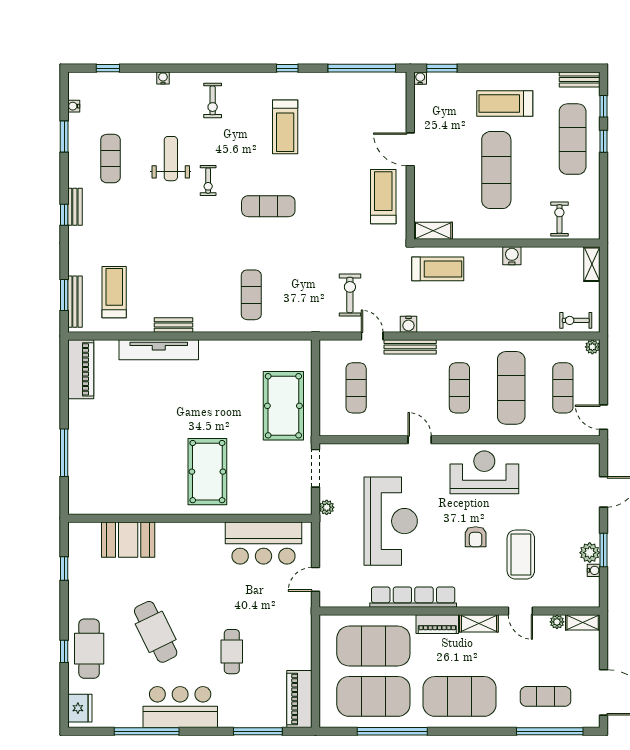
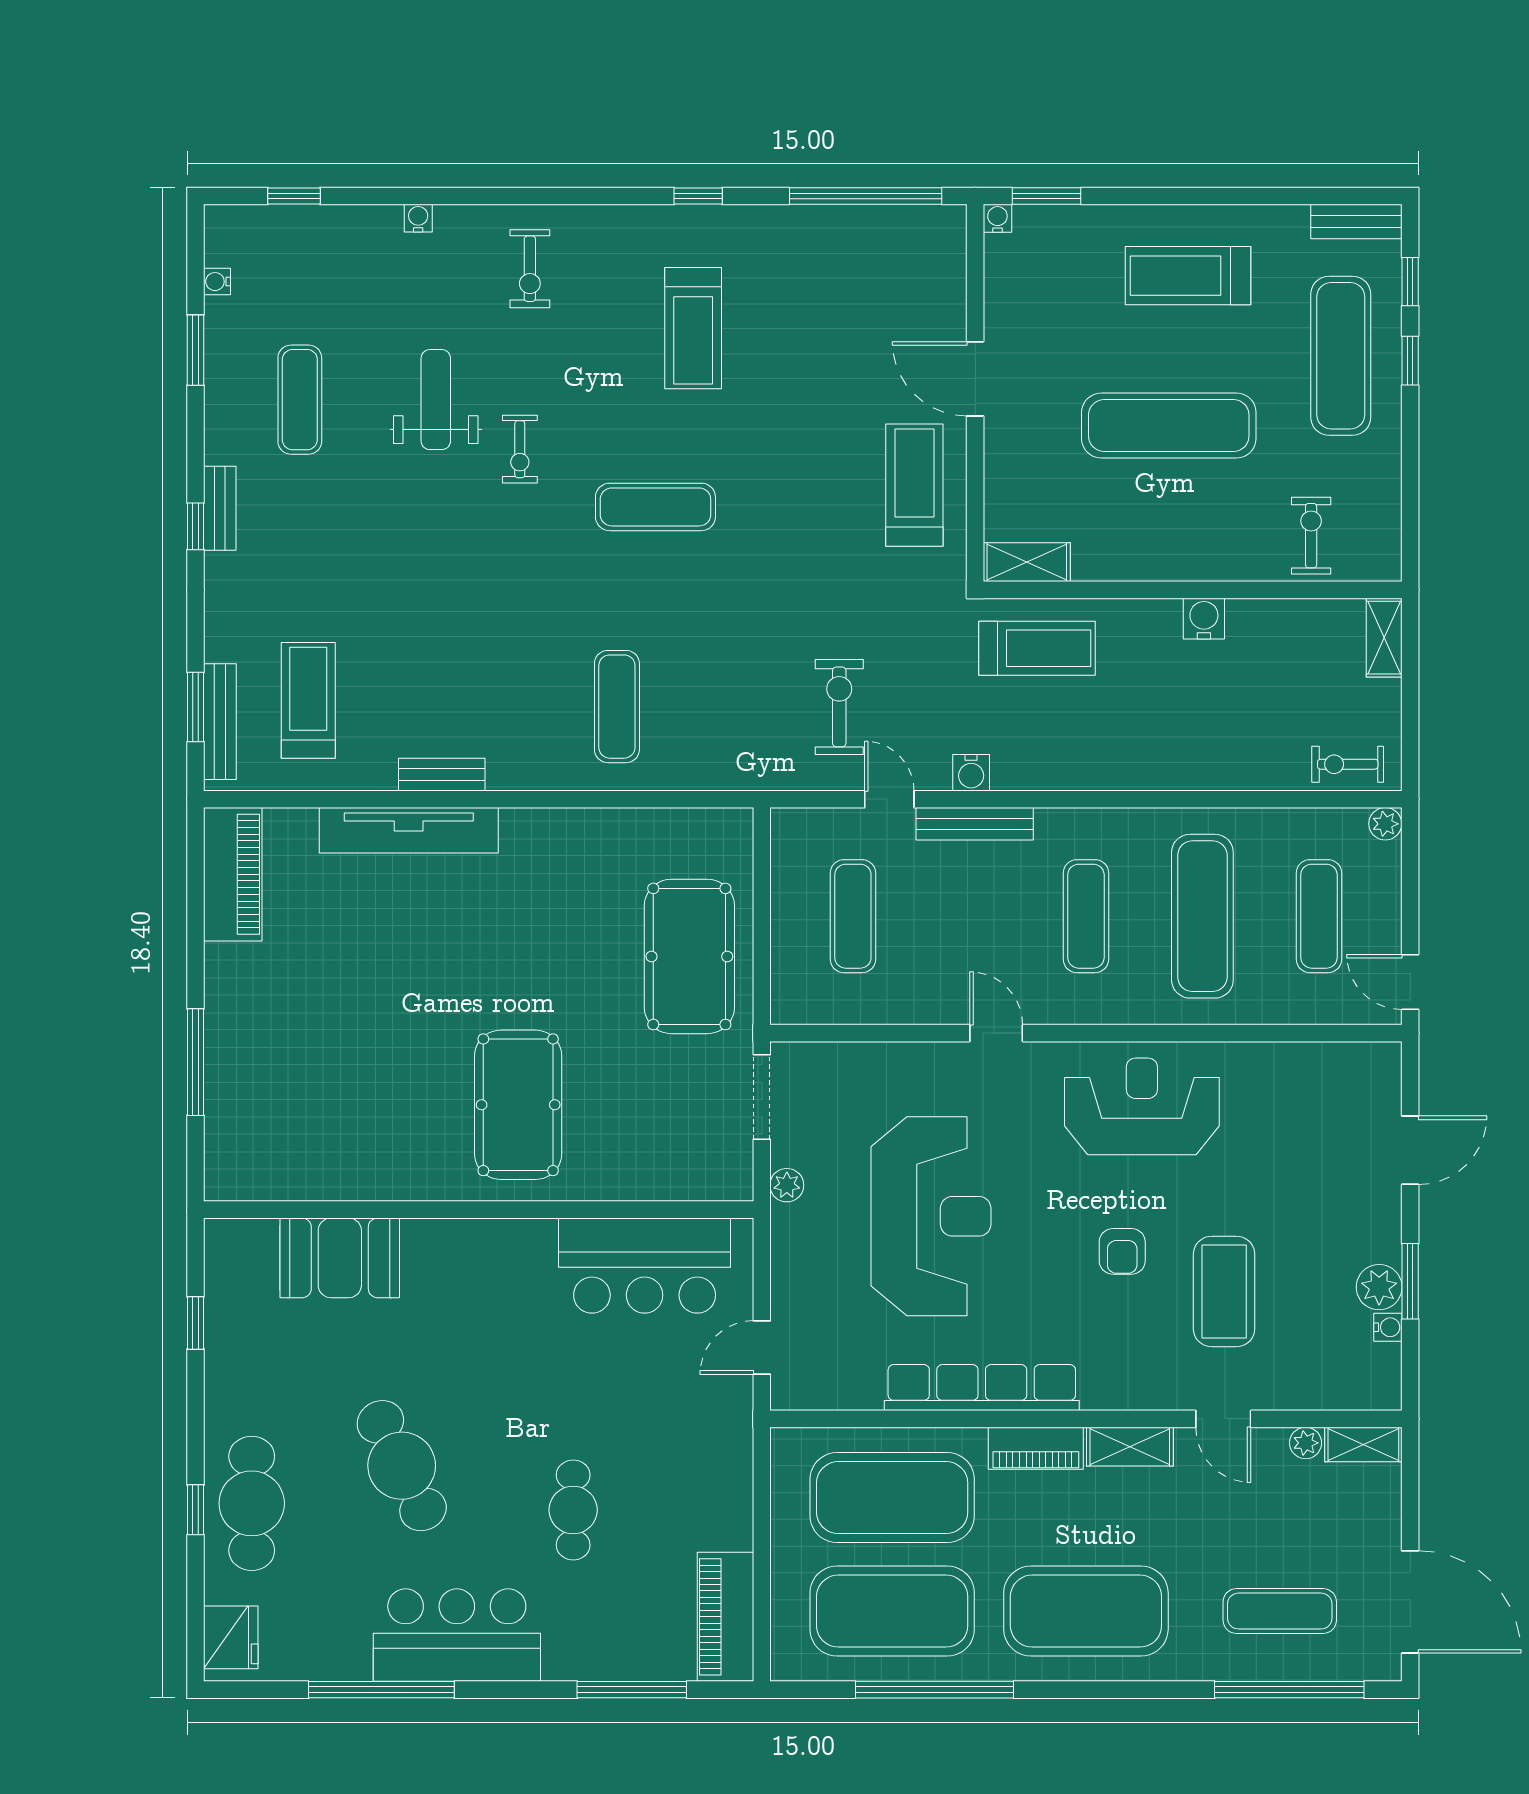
exercise mat: (496, 170) -> (1169, 426), turned 90

